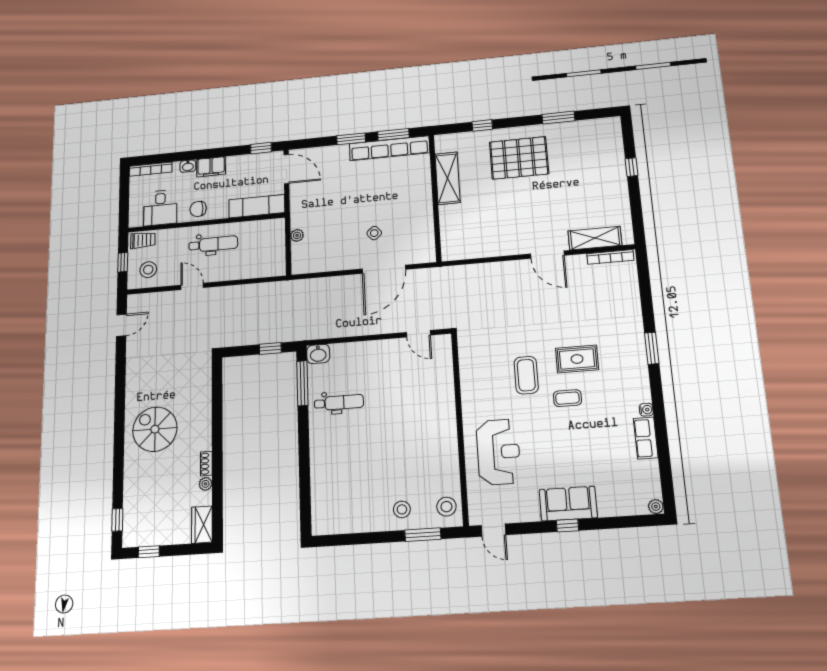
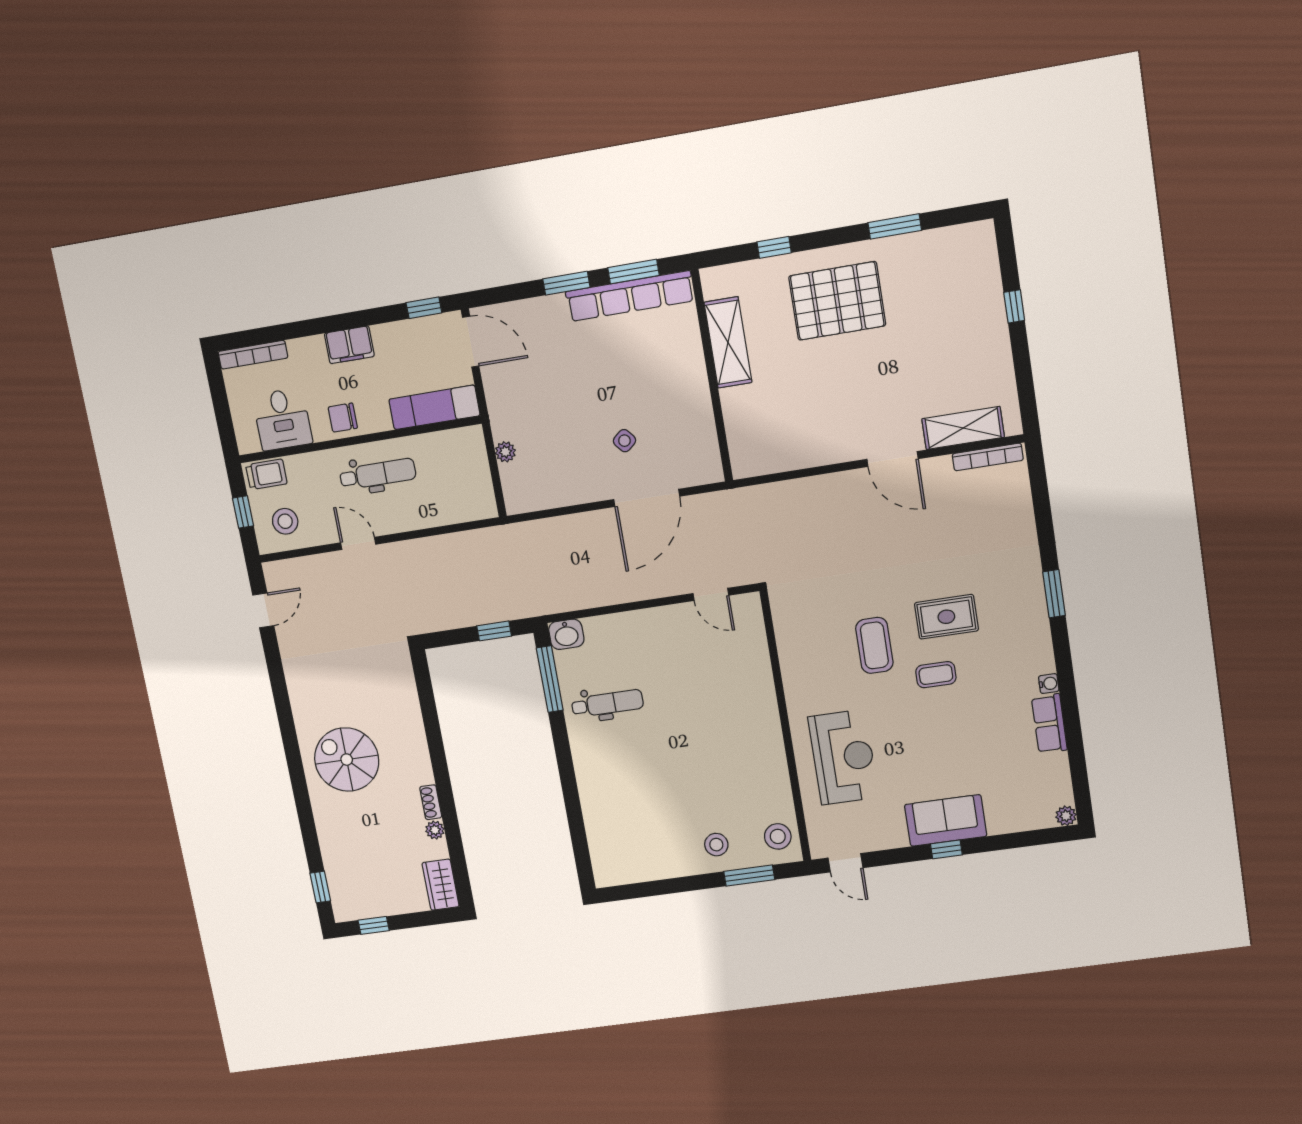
washbasin: (188, 166) -> (312, 346), removed

